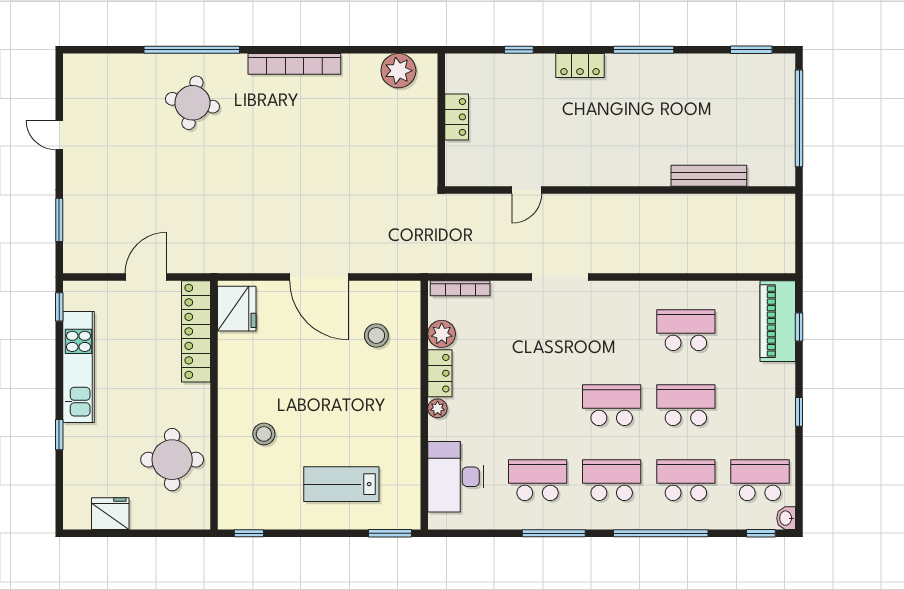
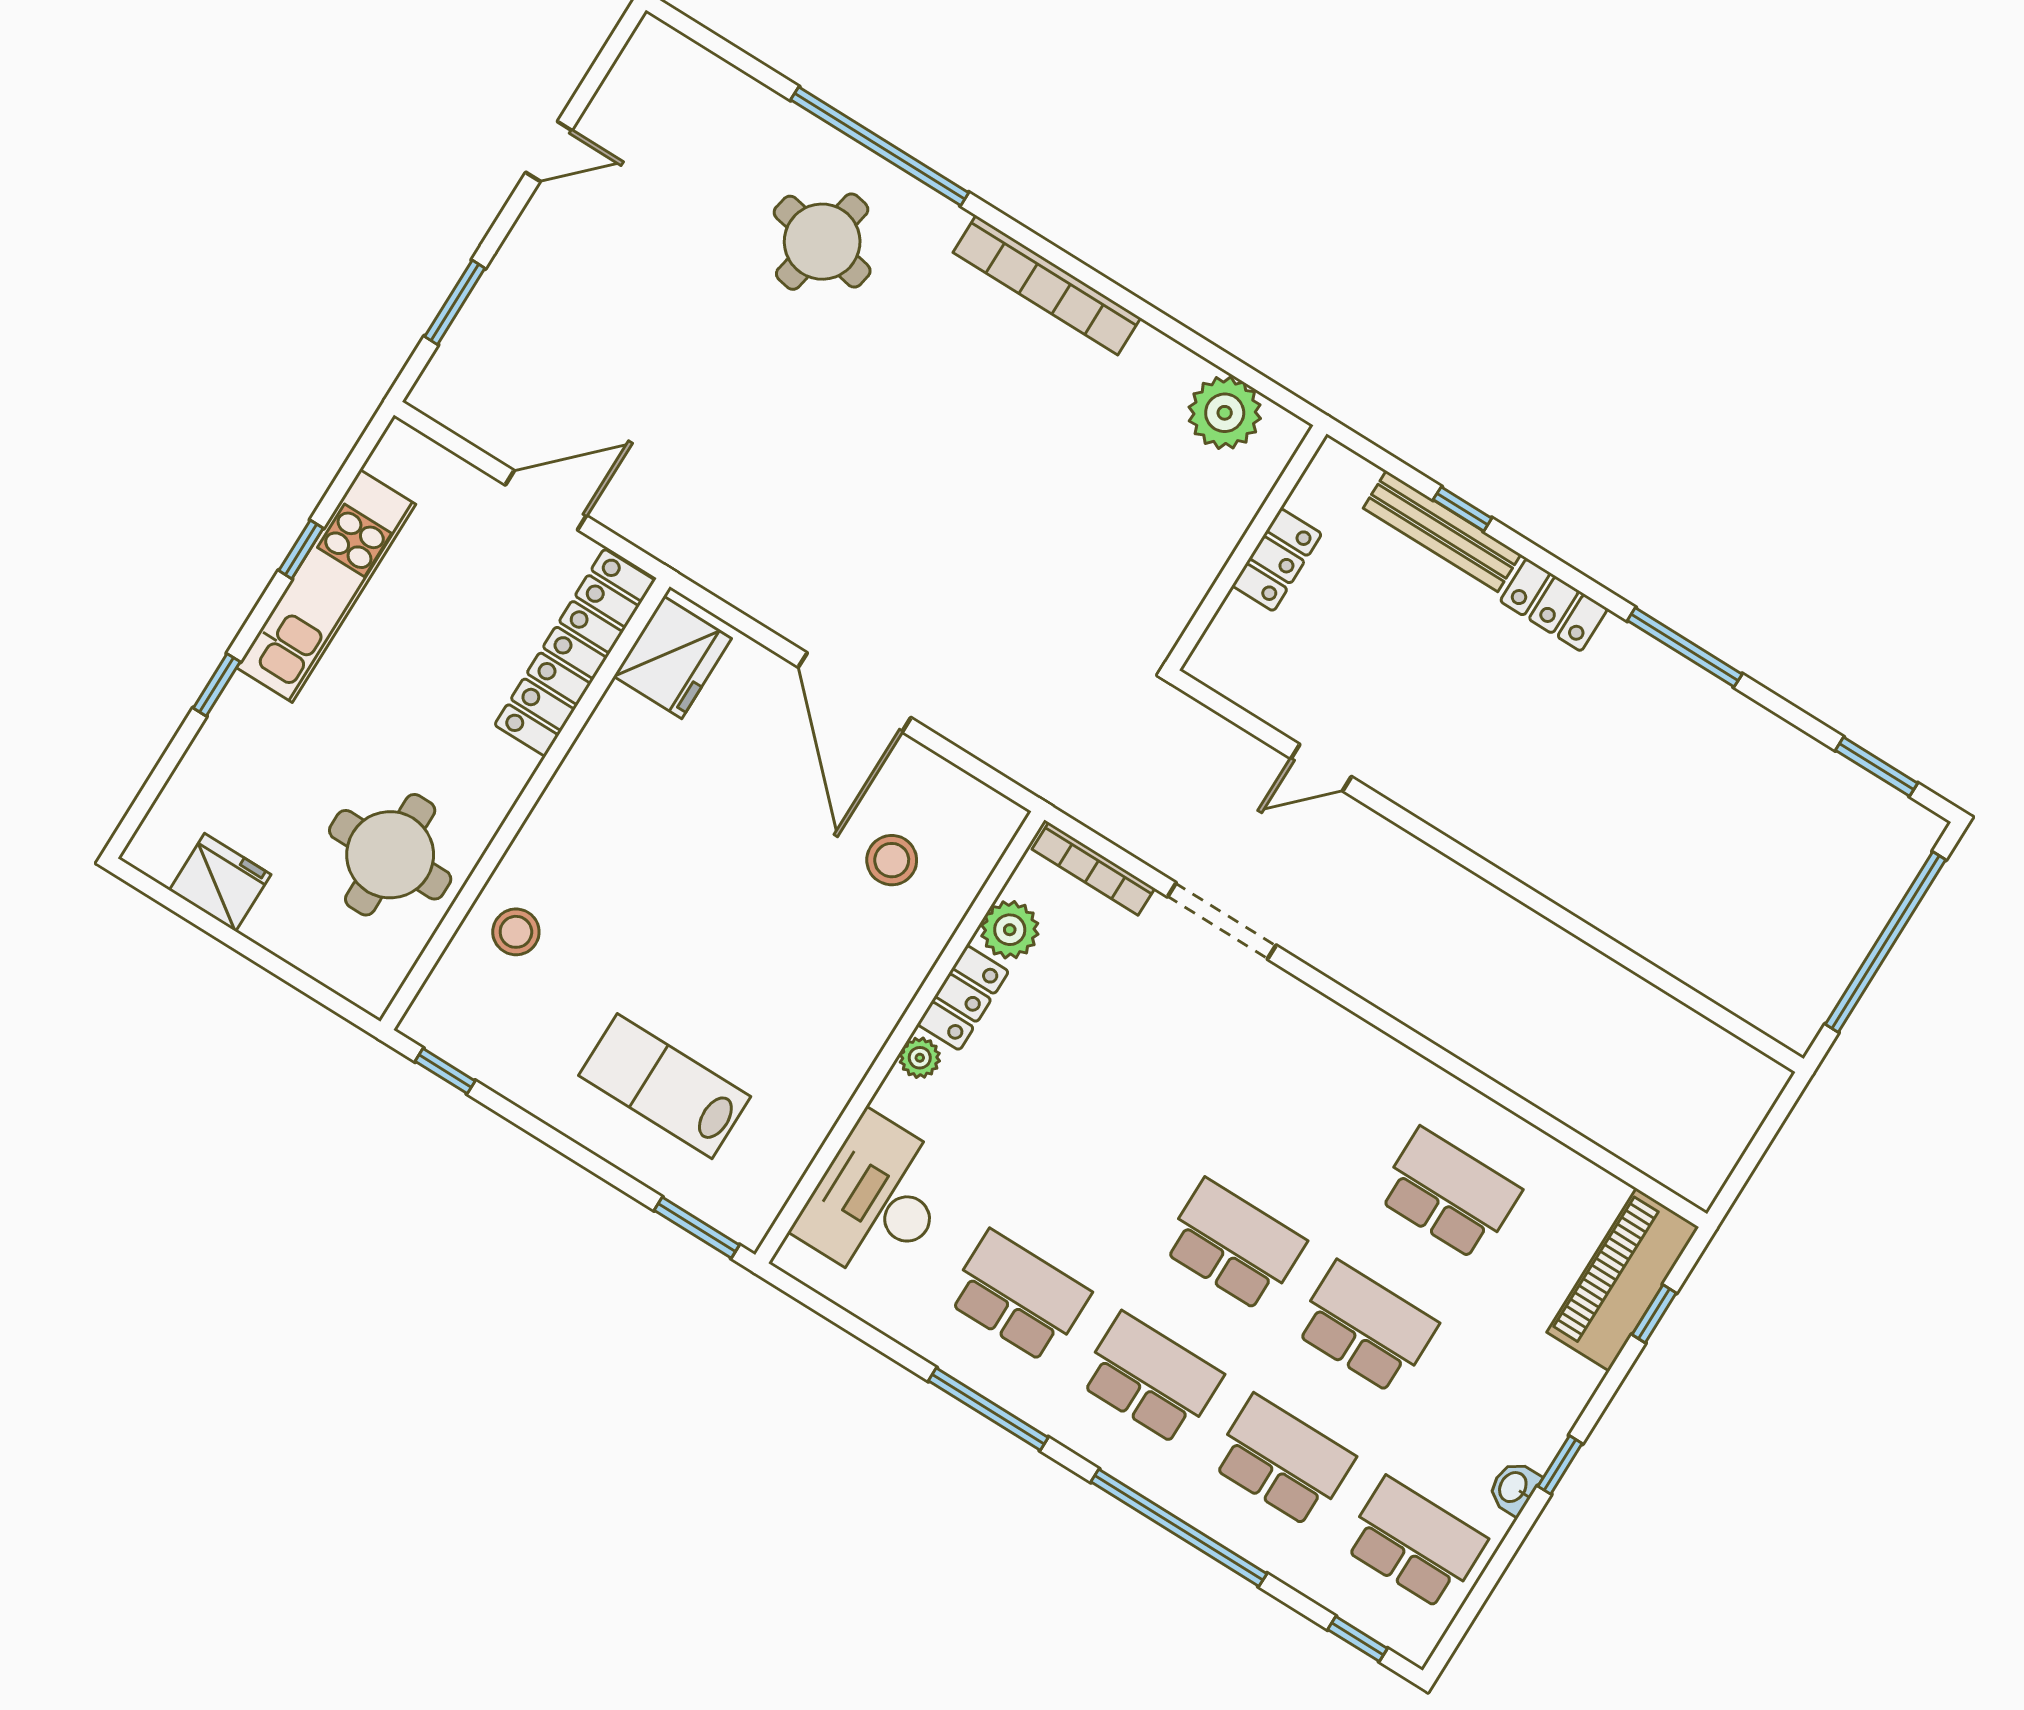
door: (59, 135) -> (549, 151), swing flipped
bench: (709, 176) -> (1442, 531), moved
doorway: (560, 277) -> (1222, 921), moved
window: (59, 307) -> (301, 549), moved
stool: (264, 434) -> (516, 932), moved
washbasin: (786, 518) -> (1514, 1488), moved

